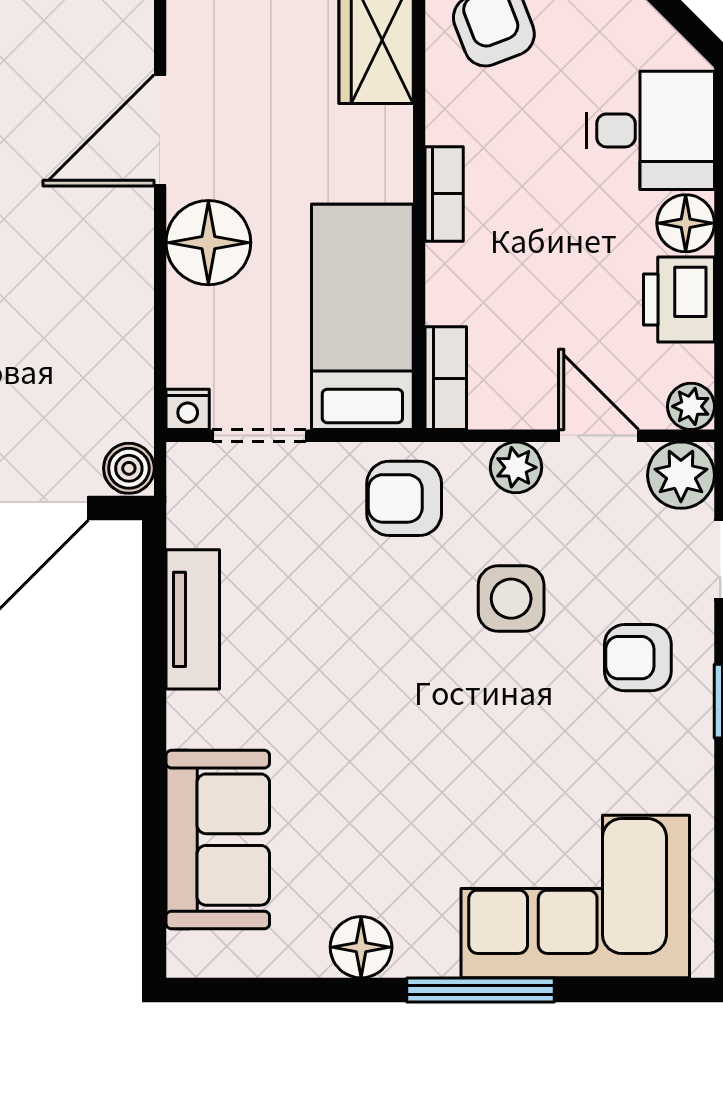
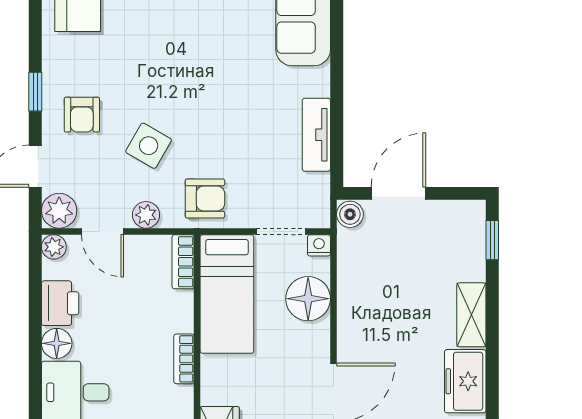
floor lamp: (208, 243) -> (308, 299), moved
side table: (511, 599) -> (149, 146), turned 30
armchair: (638, 658) -> (82, 115), turned 90

